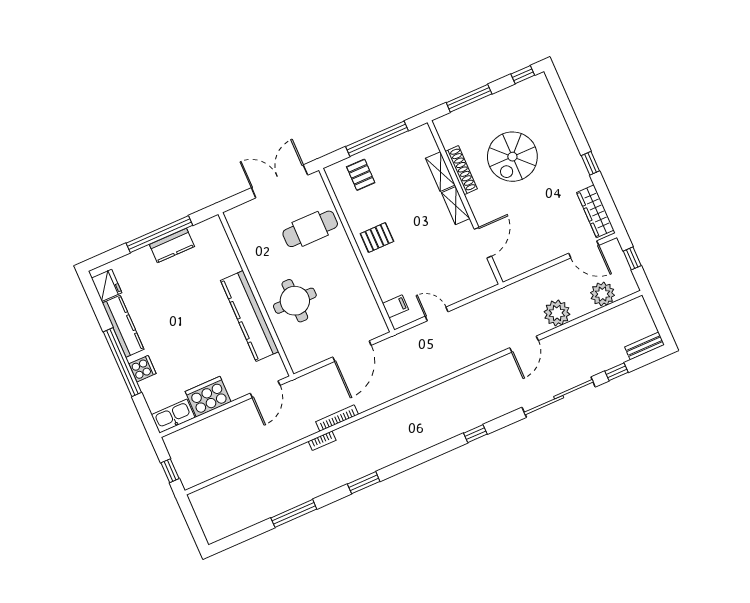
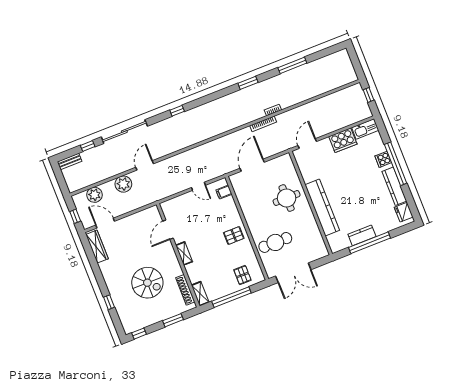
window: (469, 98) -> (173, 320), width x0.69
spiral stairs: (512, 157) -> (147, 283), turned 90
window: (590, 163) -> (109, 302), moved
shoe rack: (461, 170) -> (185, 290), moved
shelving: (440, 172) -> (200, 294), moved
kitchen counter: (250, 316) -> (322, 208), moved

